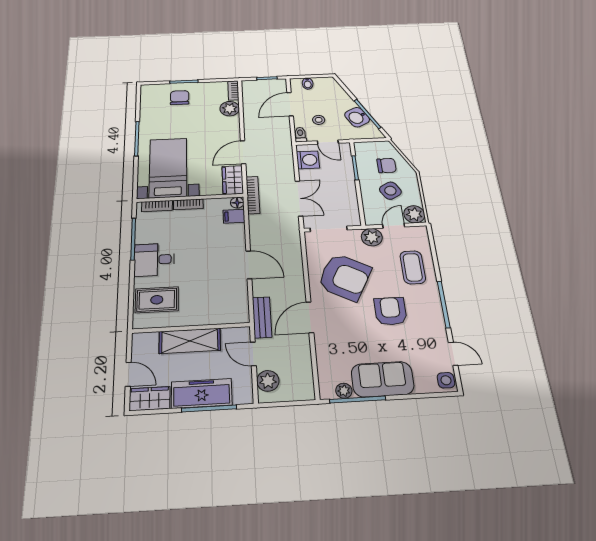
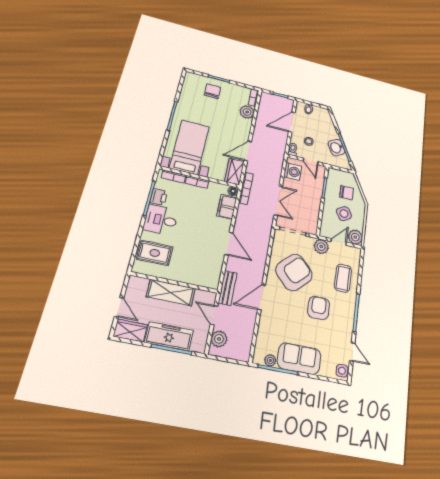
filing cabinet: (234, 216) -> (227, 207), width x2.00
printer: (145, 234) -> (159, 197), added
armchair: (345, 277) -> (294, 272), turned -73

